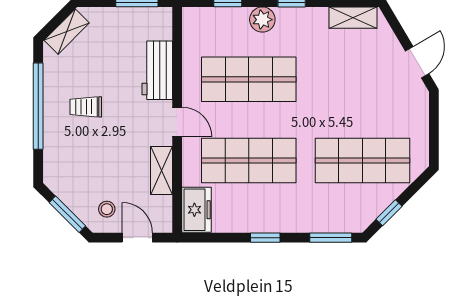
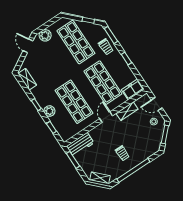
door: (417, 62) -> (28, 46), hinge flipped
workbench: (157, 70) -> (80, 145), moved
plant: (415, 109) -> (45, 35), added
trolley: (315, 213) -> (106, 47), added
door: (137, 238) -> (157, 104), hinge flipped

